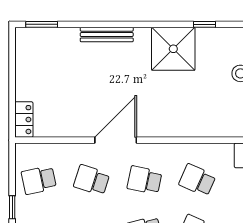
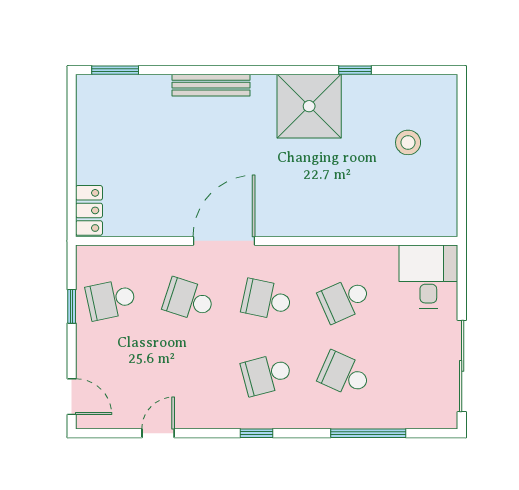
school desk: (197, 180) -> (345, 300), turned -48
window: (12, 207) -> (72, 306), moved

